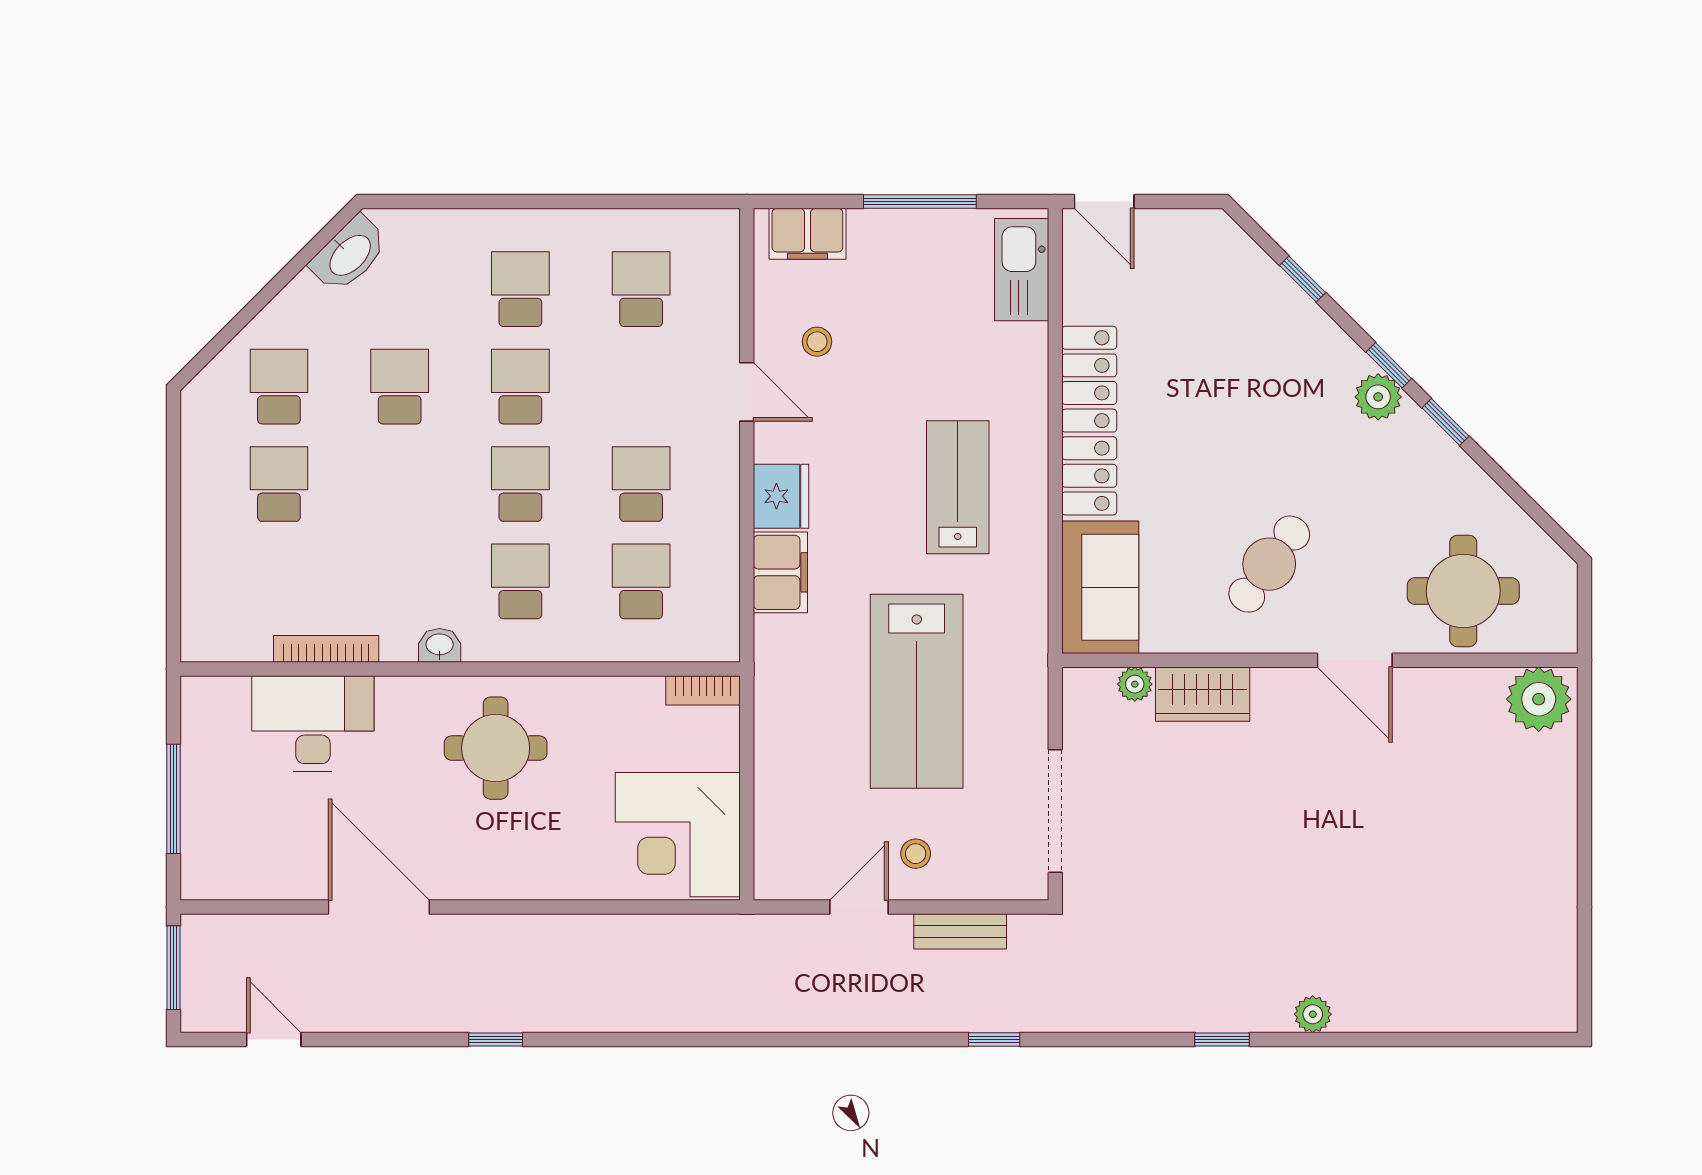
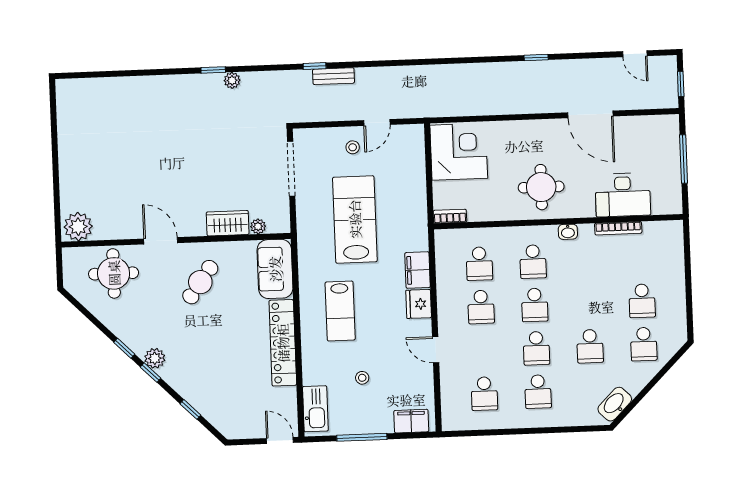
stool: (817, 342) -> (362, 378), moved
bench: (960, 931) -> (334, 76), moved
window: (173, 968) -> (681, 84), width x0.67
plant: (1313, 1014) -> (232, 80), moved

